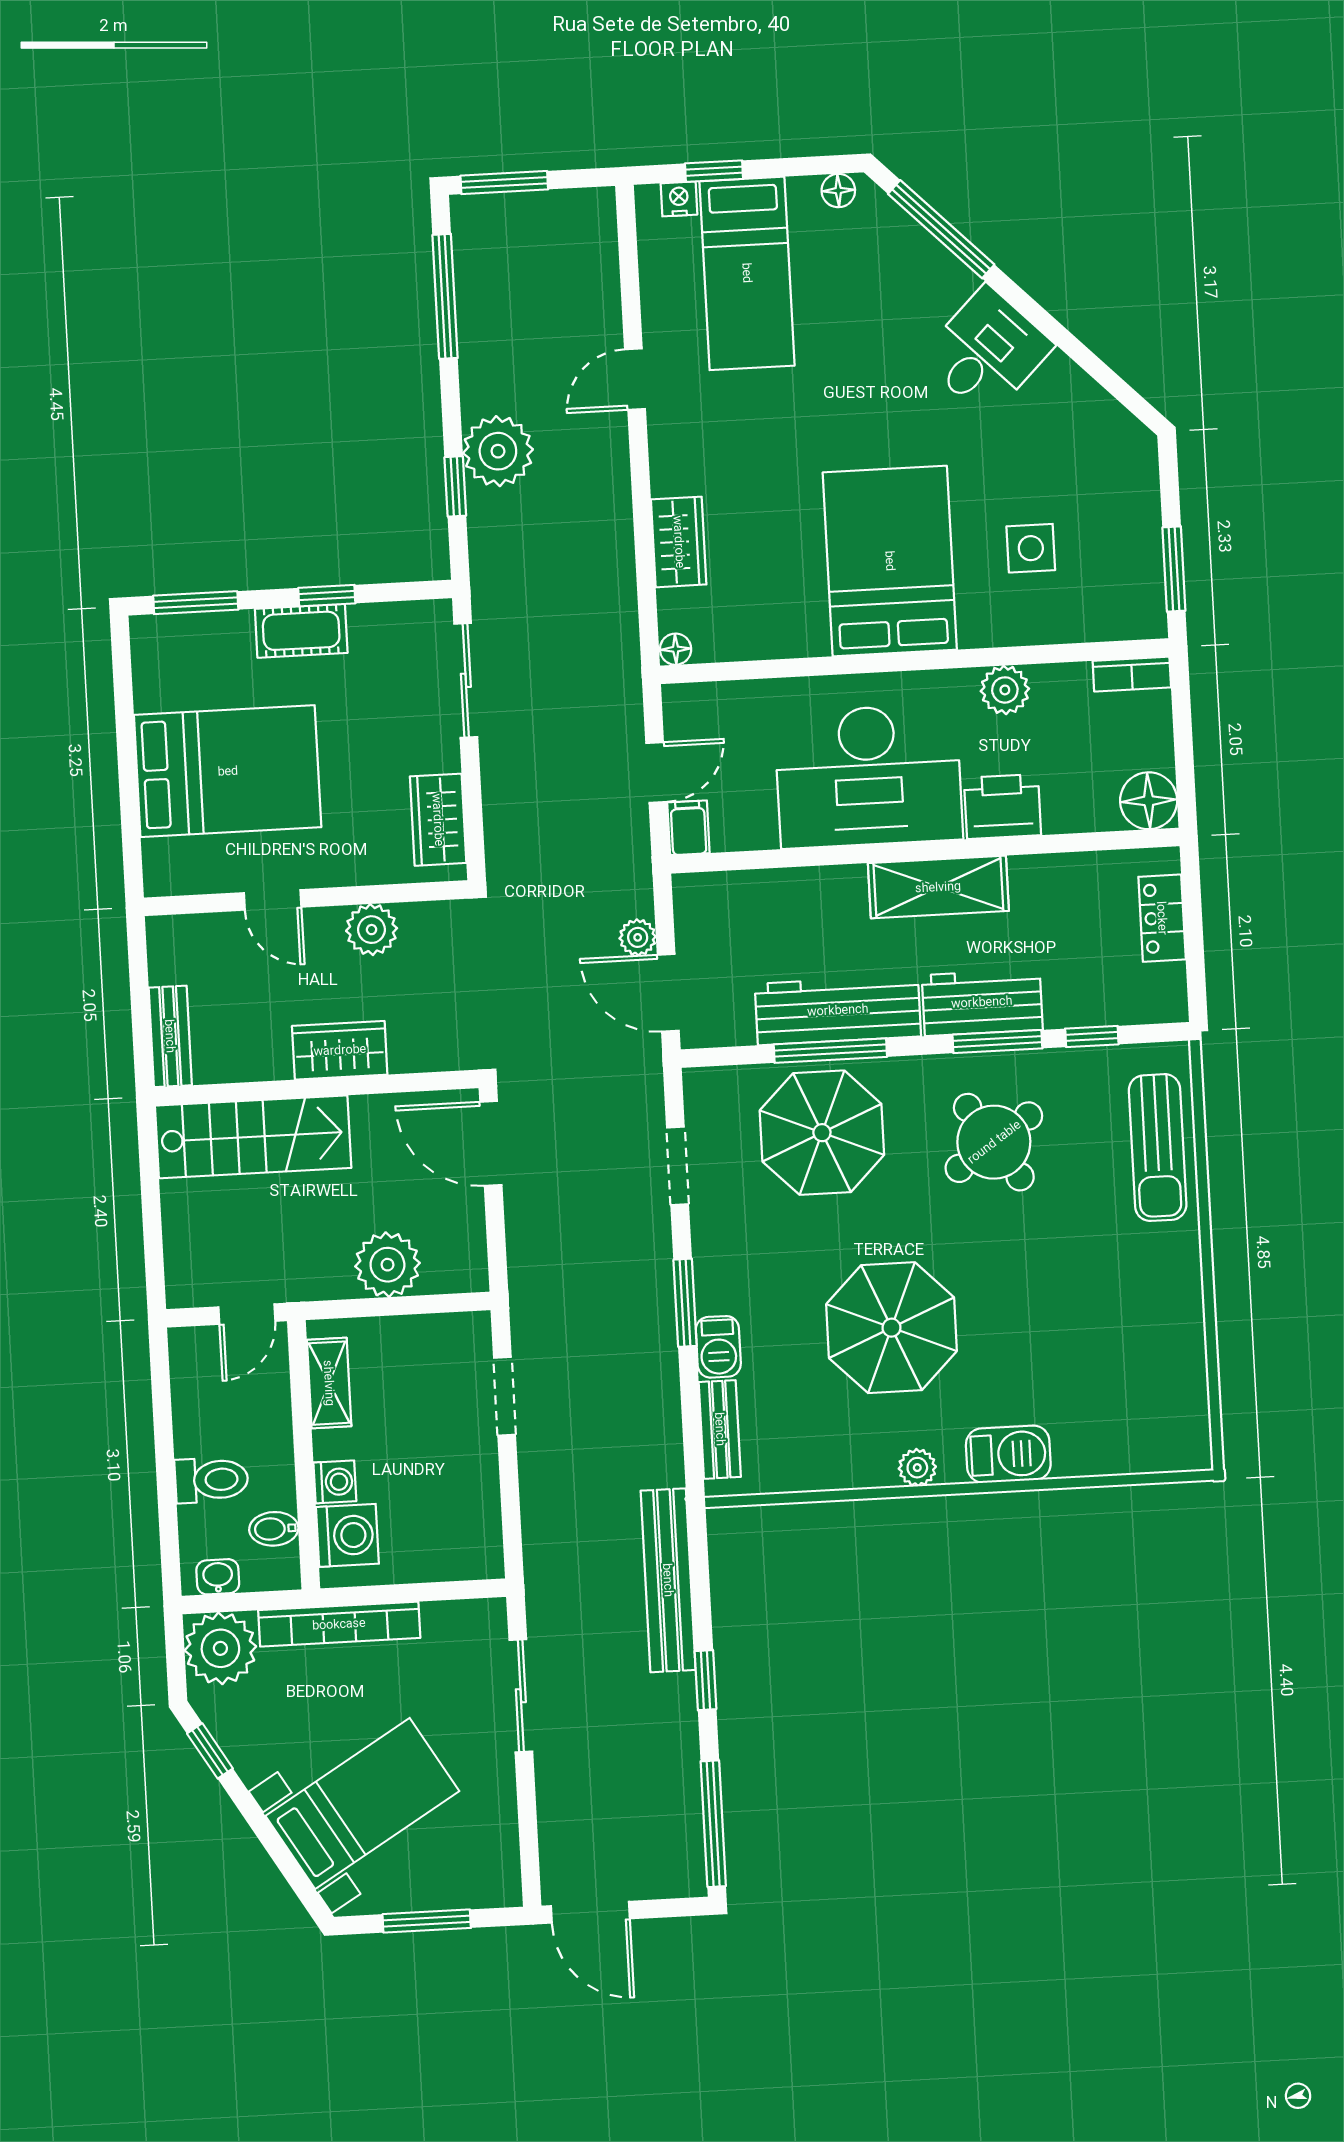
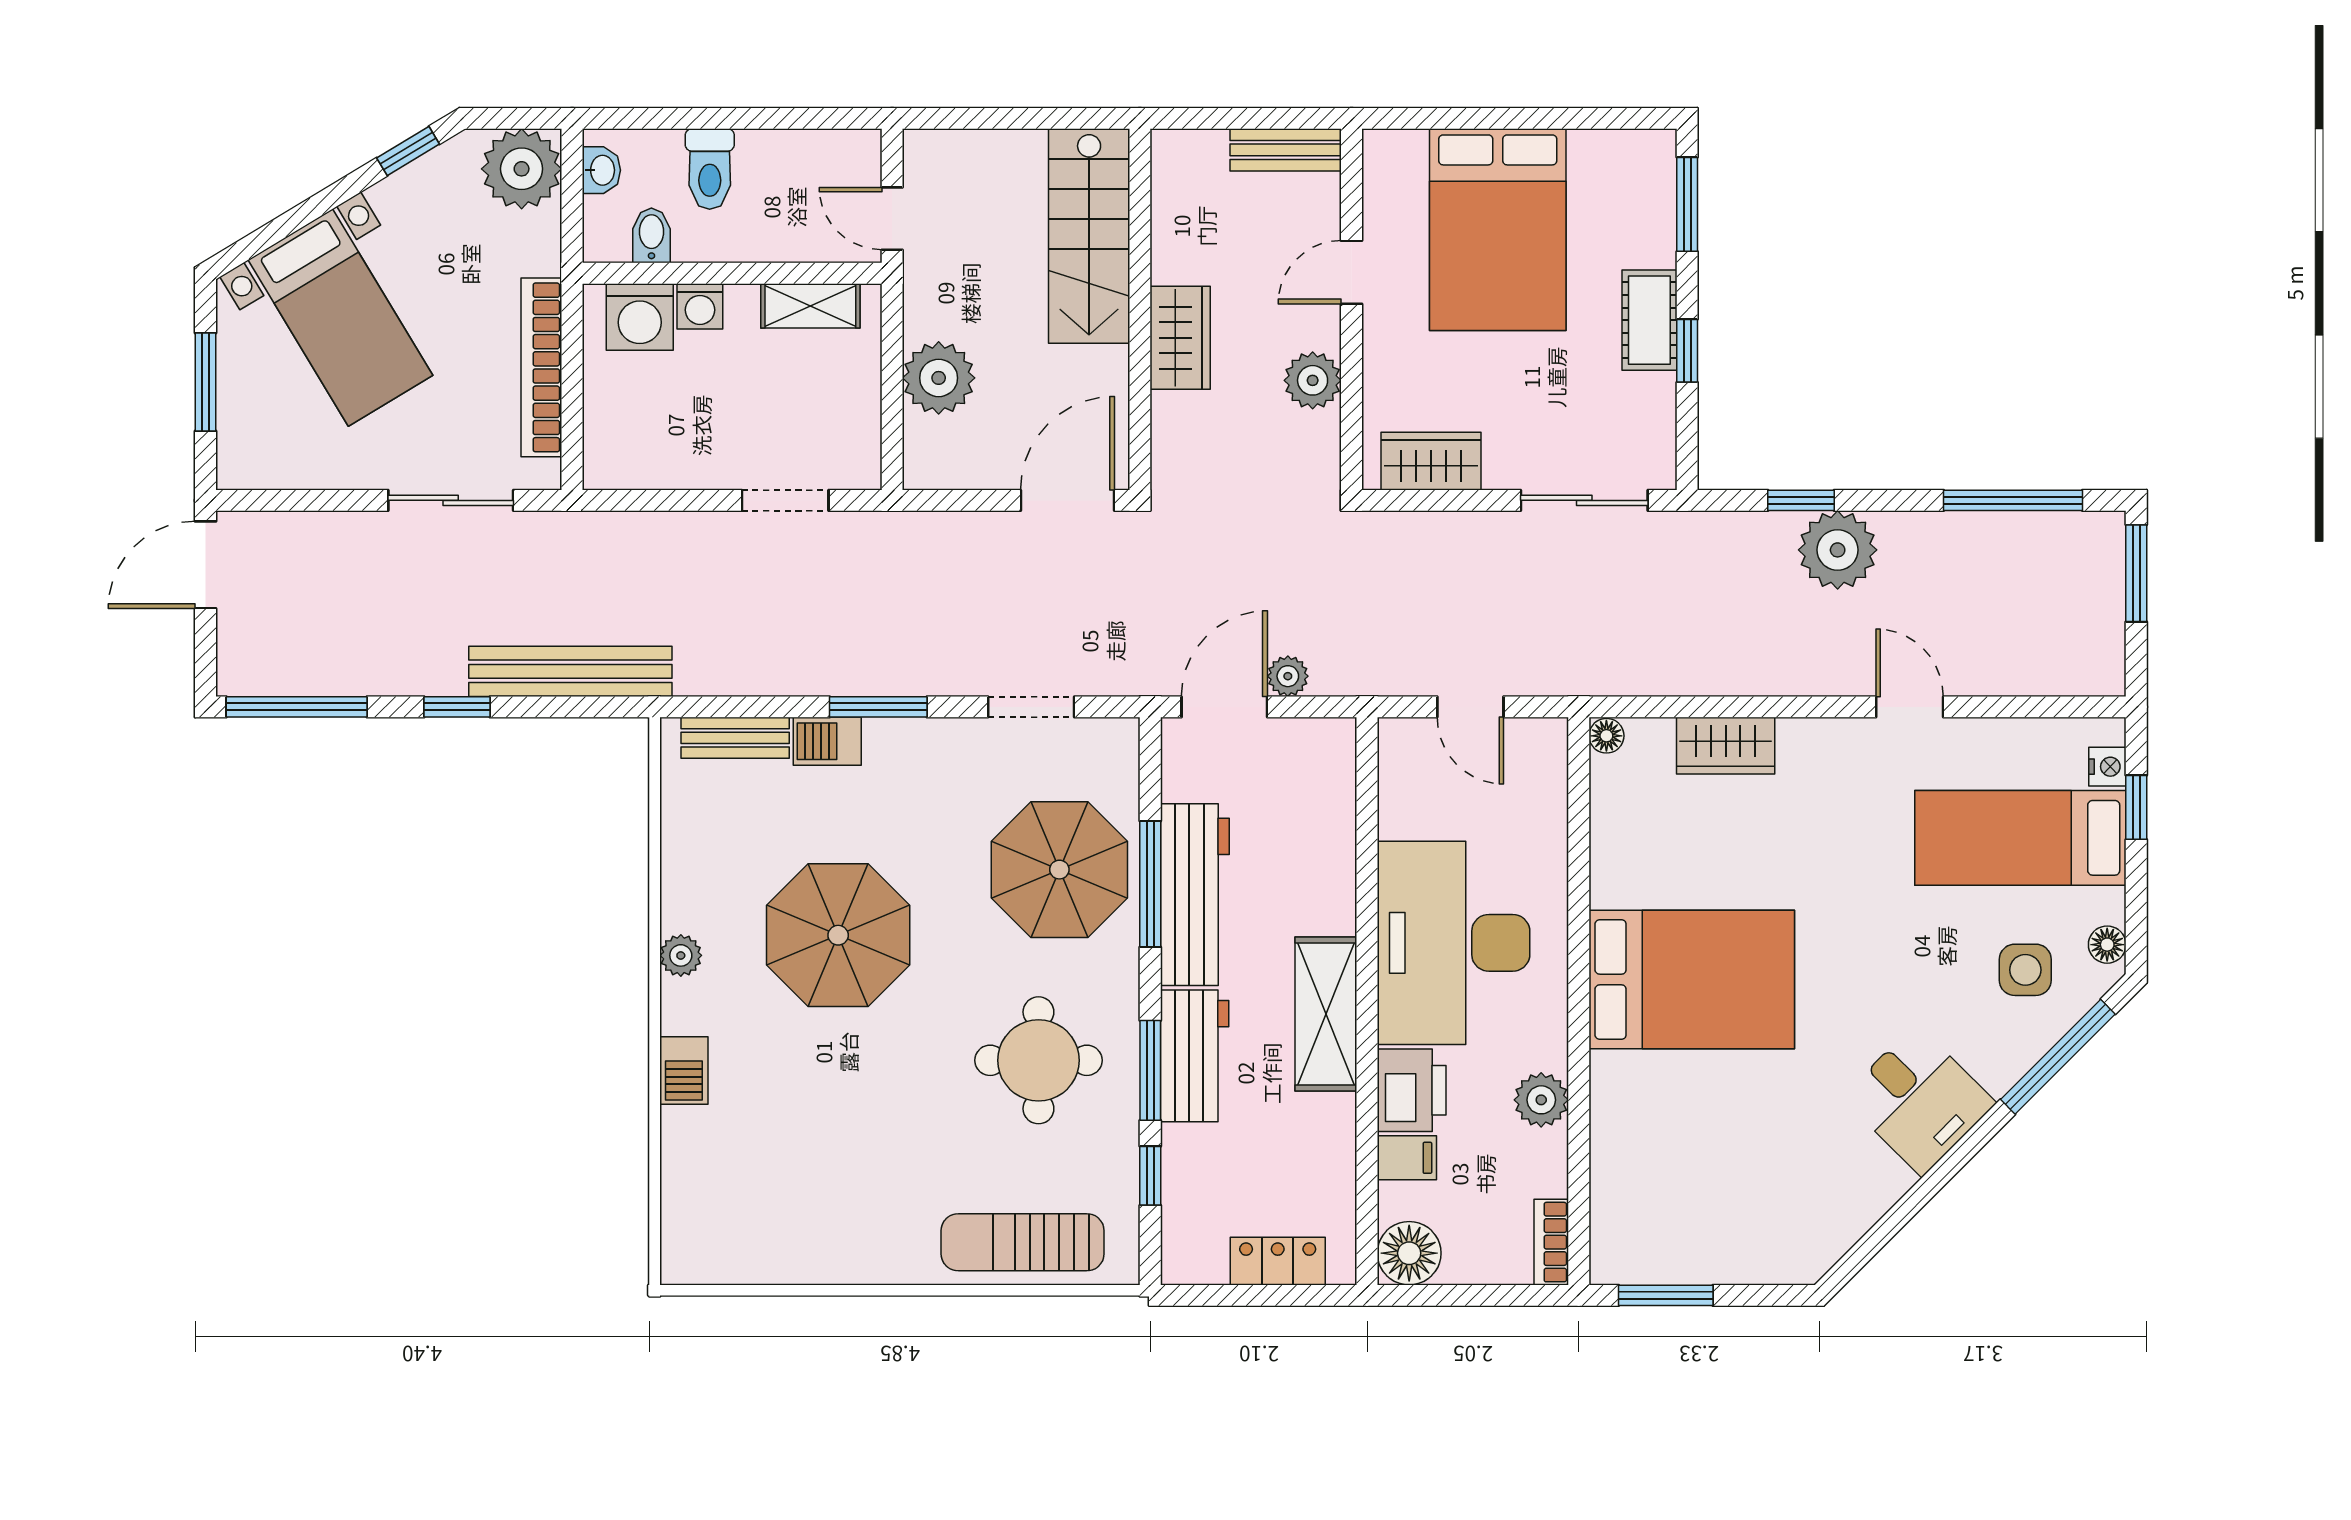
side table: (1031, 548) -> (2025, 970), moved
filing cabinet: (688, 828) -> (1407, 1158), moved
bench: (170, 1036) -> (1286, 150), moved
round table: (994, 1142) -> (1038, 1060), turned 34
barbecue: (1008, 1454) -> (684, 1070), width x0.73, depth x0.79
bookcase: (339, 1624) -> (541, 367), moved

